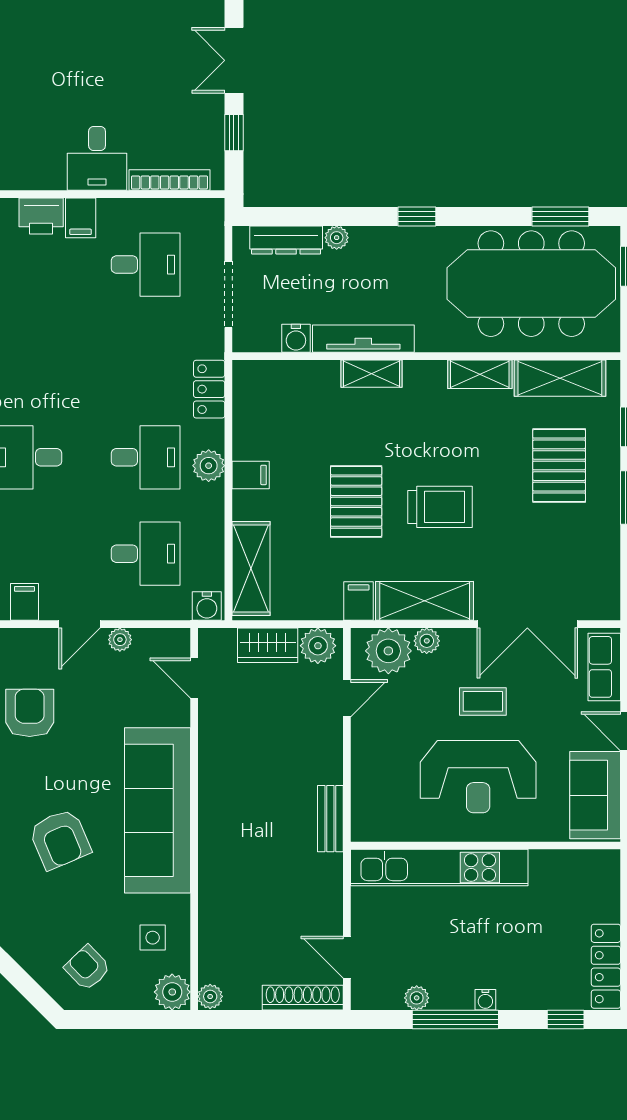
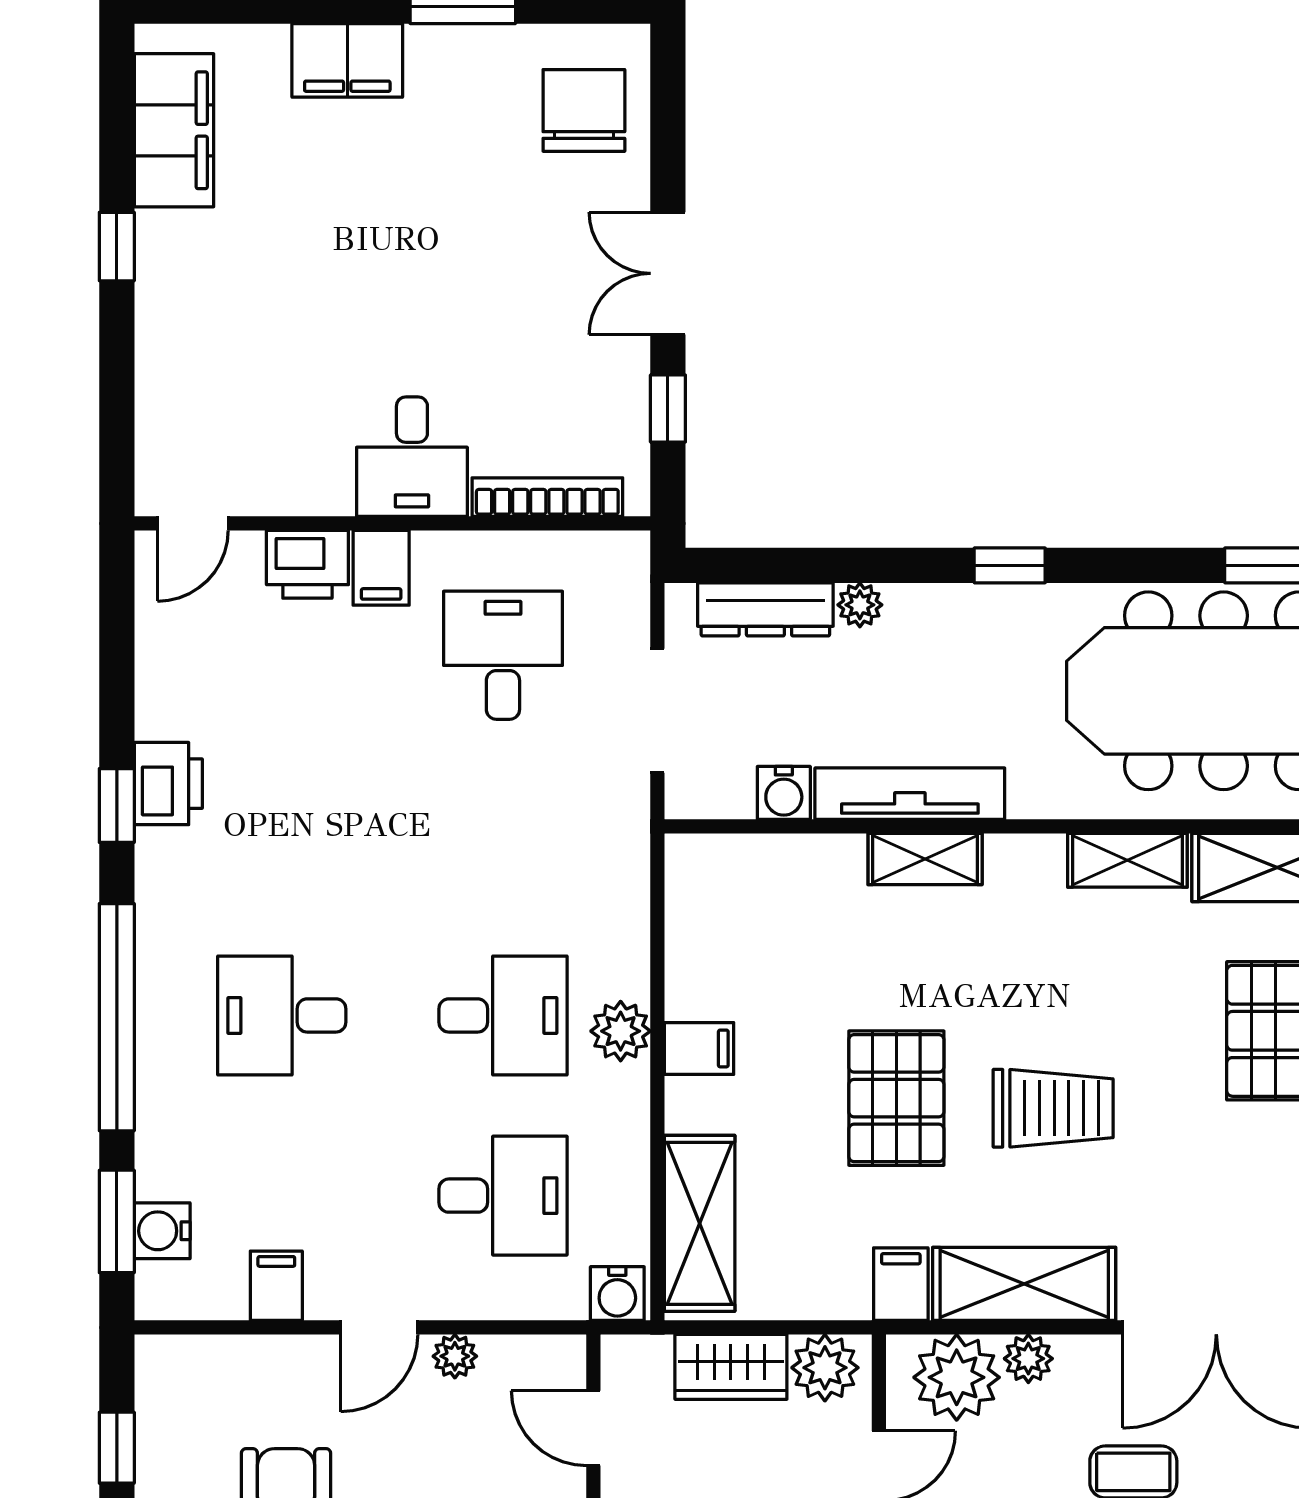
desk: (146, 265) -> (503, 655), turned -90
locker: (209, 389) -> (622, 888), removed

